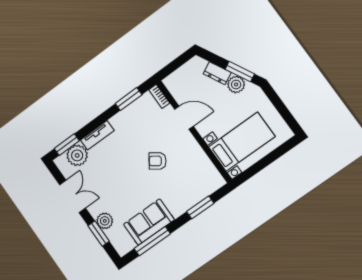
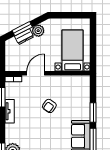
window: (240, 72) -> (22, 29), moved
tv unit: (97, 135) -> (10, 111), moved
window: (200, 207) -> (93, 112), moved

